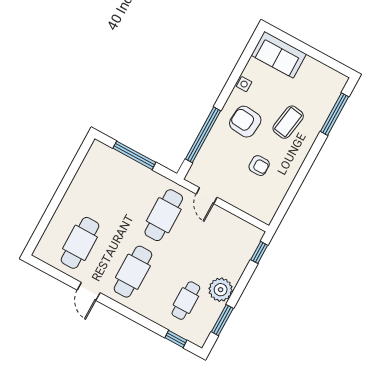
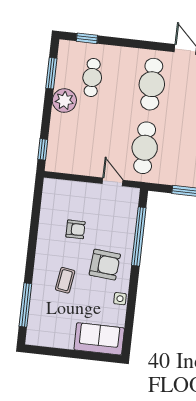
coffee table: (288, 122) -> (65, 280), width x0.73, depth x0.77
armchair: (259, 166) -> (76, 229), turned 180

